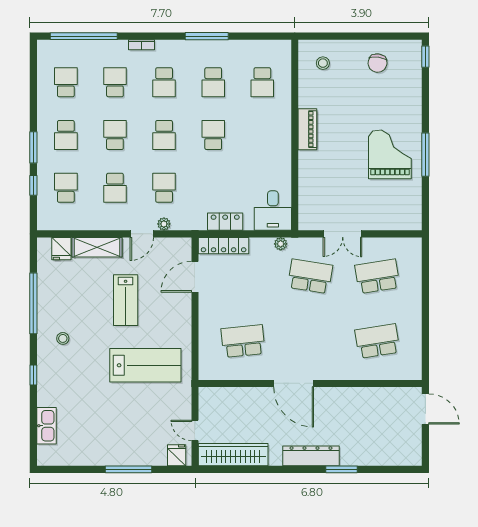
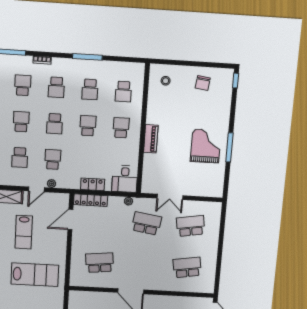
piano: (307, 129) -> (151, 139), moved
school desk: (262, 135) -> (121, 128), added

